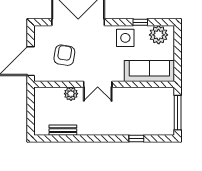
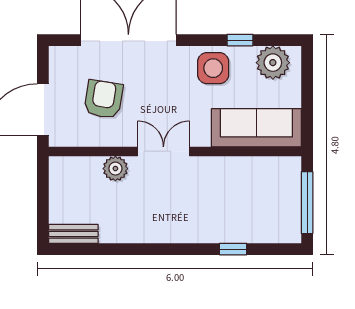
double door: (98, 84) -> (163, 151), swing flipped
bench: (63, 130) -> (73, 234), moved

